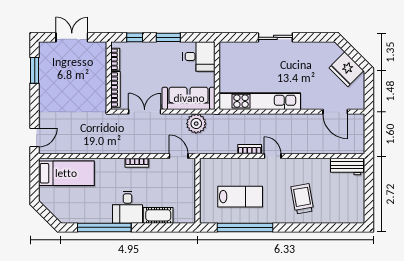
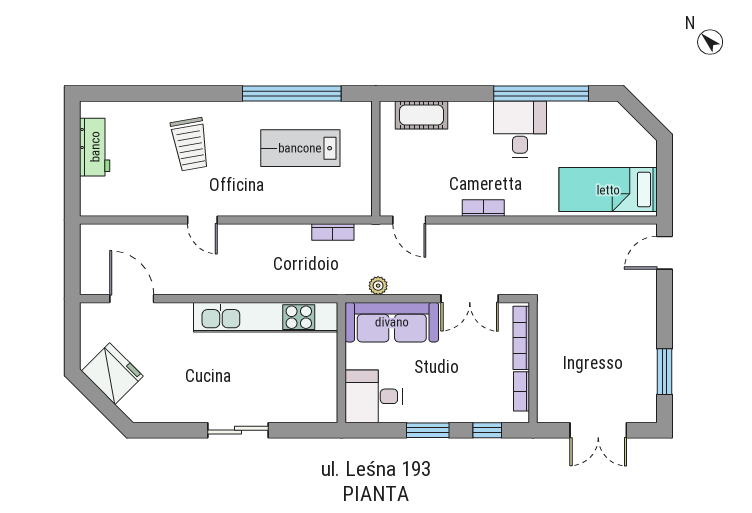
plant: (196, 124) -> (378, 286), width x0.53, depth x0.53
bookcase: (250, 149) -> (333, 232), moved
door: (273, 156) -> (202, 220), moved
workbench: (347, 167) -> (95, 147), moved, turned 90
desk: (127, 207) -> (520, 129), moved
cot: (158, 215) -> (421, 115), moved

